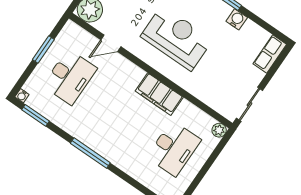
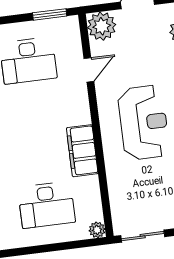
door: (111, 43) -> (89, 70), swing flipped
window: (43, 49) -> (50, 14), moved

